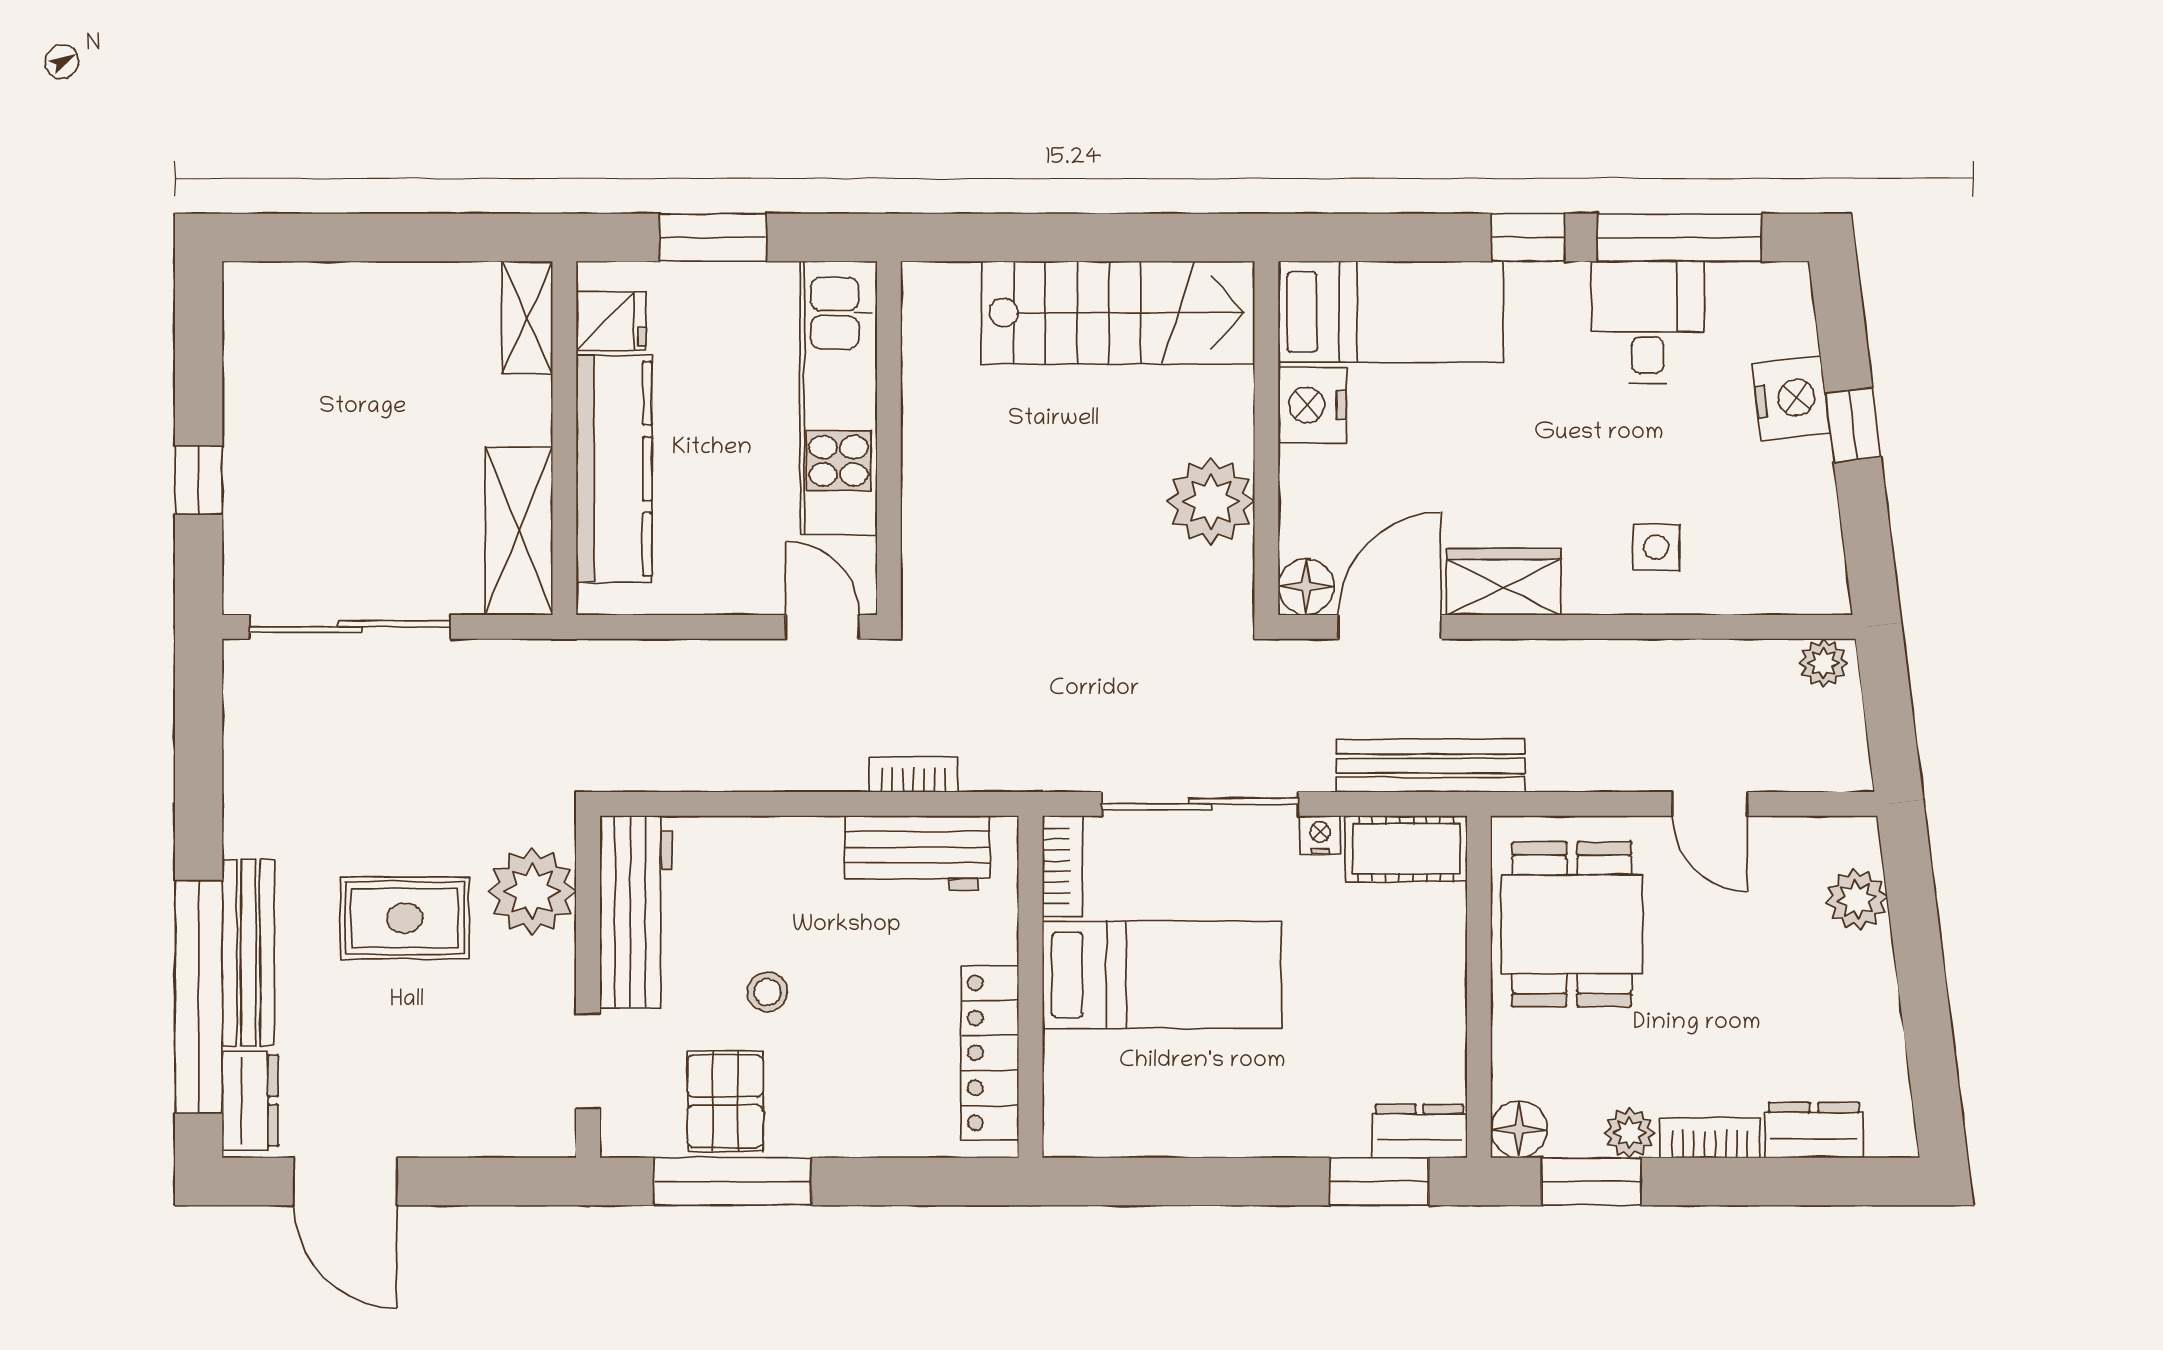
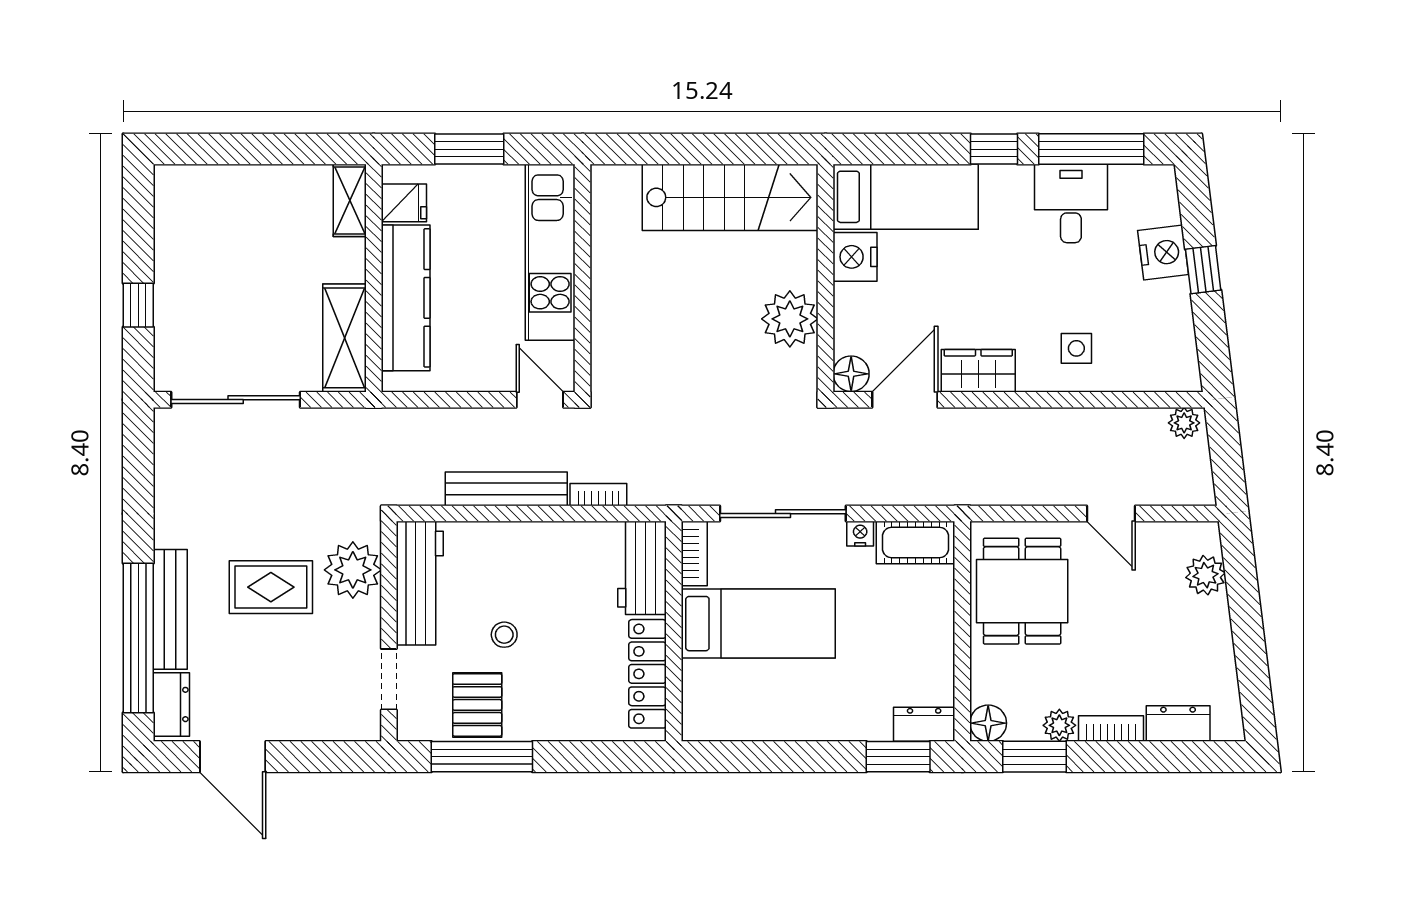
bench: (1431, 766) -> (506, 489), moved
workbench: (917, 853) -> (642, 568), moved, turned 90

